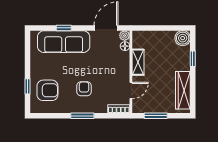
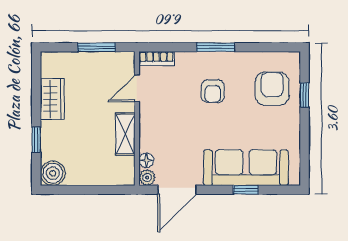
armchair: (47, 90) -> (272, 89), turned 90
wardrobe: (183, 90) -> (52, 99), width x0.67

